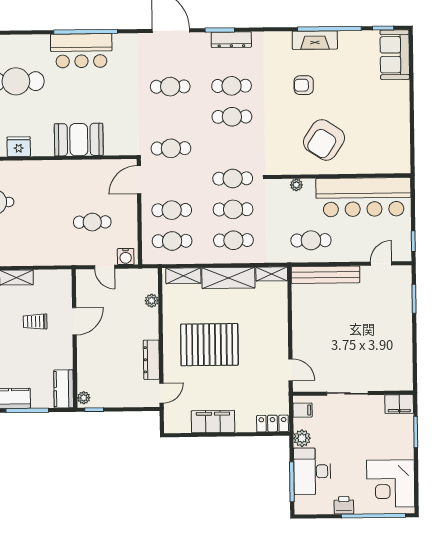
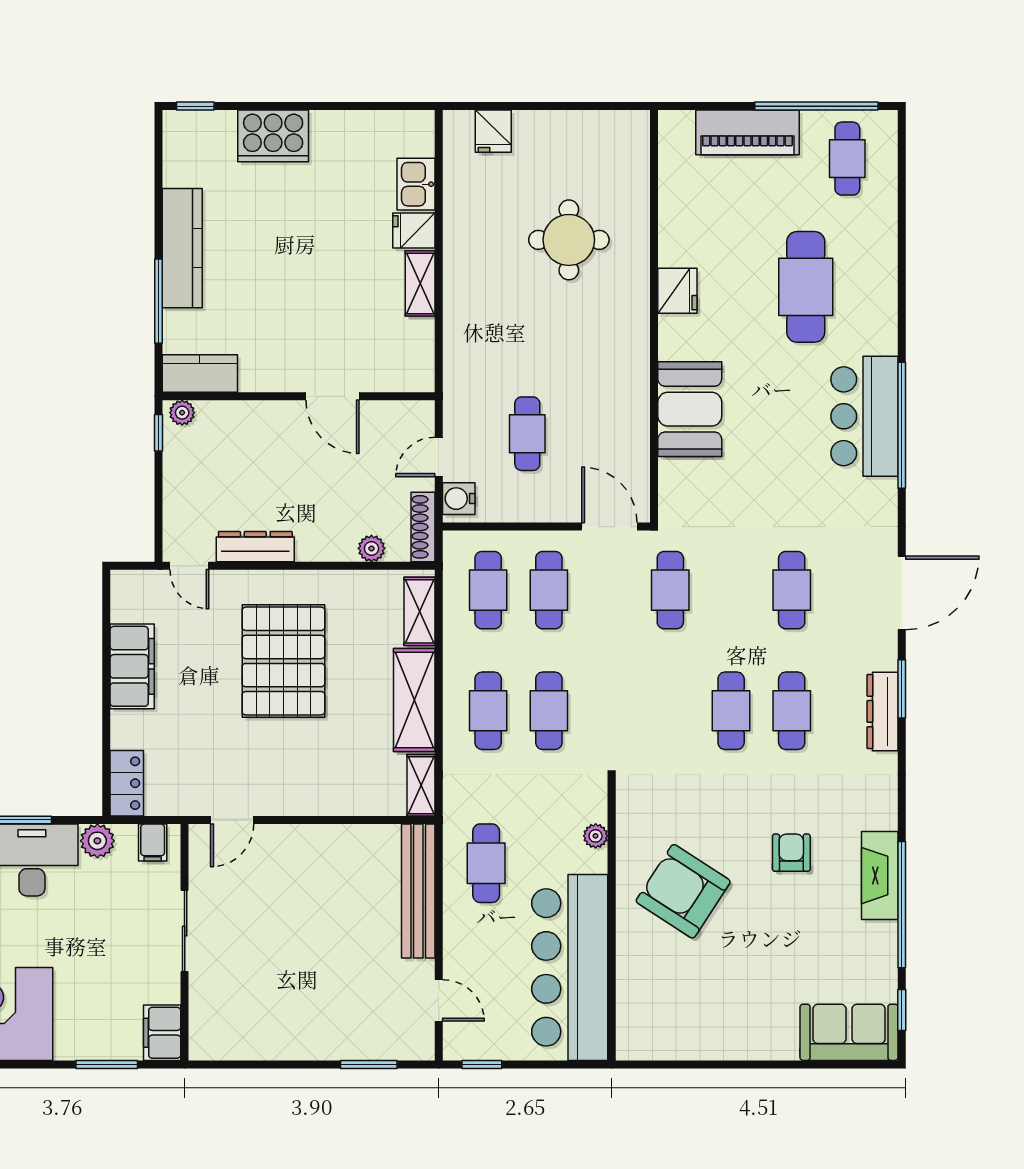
cafe table: (233, 178) -> (610, 711), removed
shoe rack: (140, 274) -> (423, 527), added
trolley: (35, 322) -> (333, 319), removed

